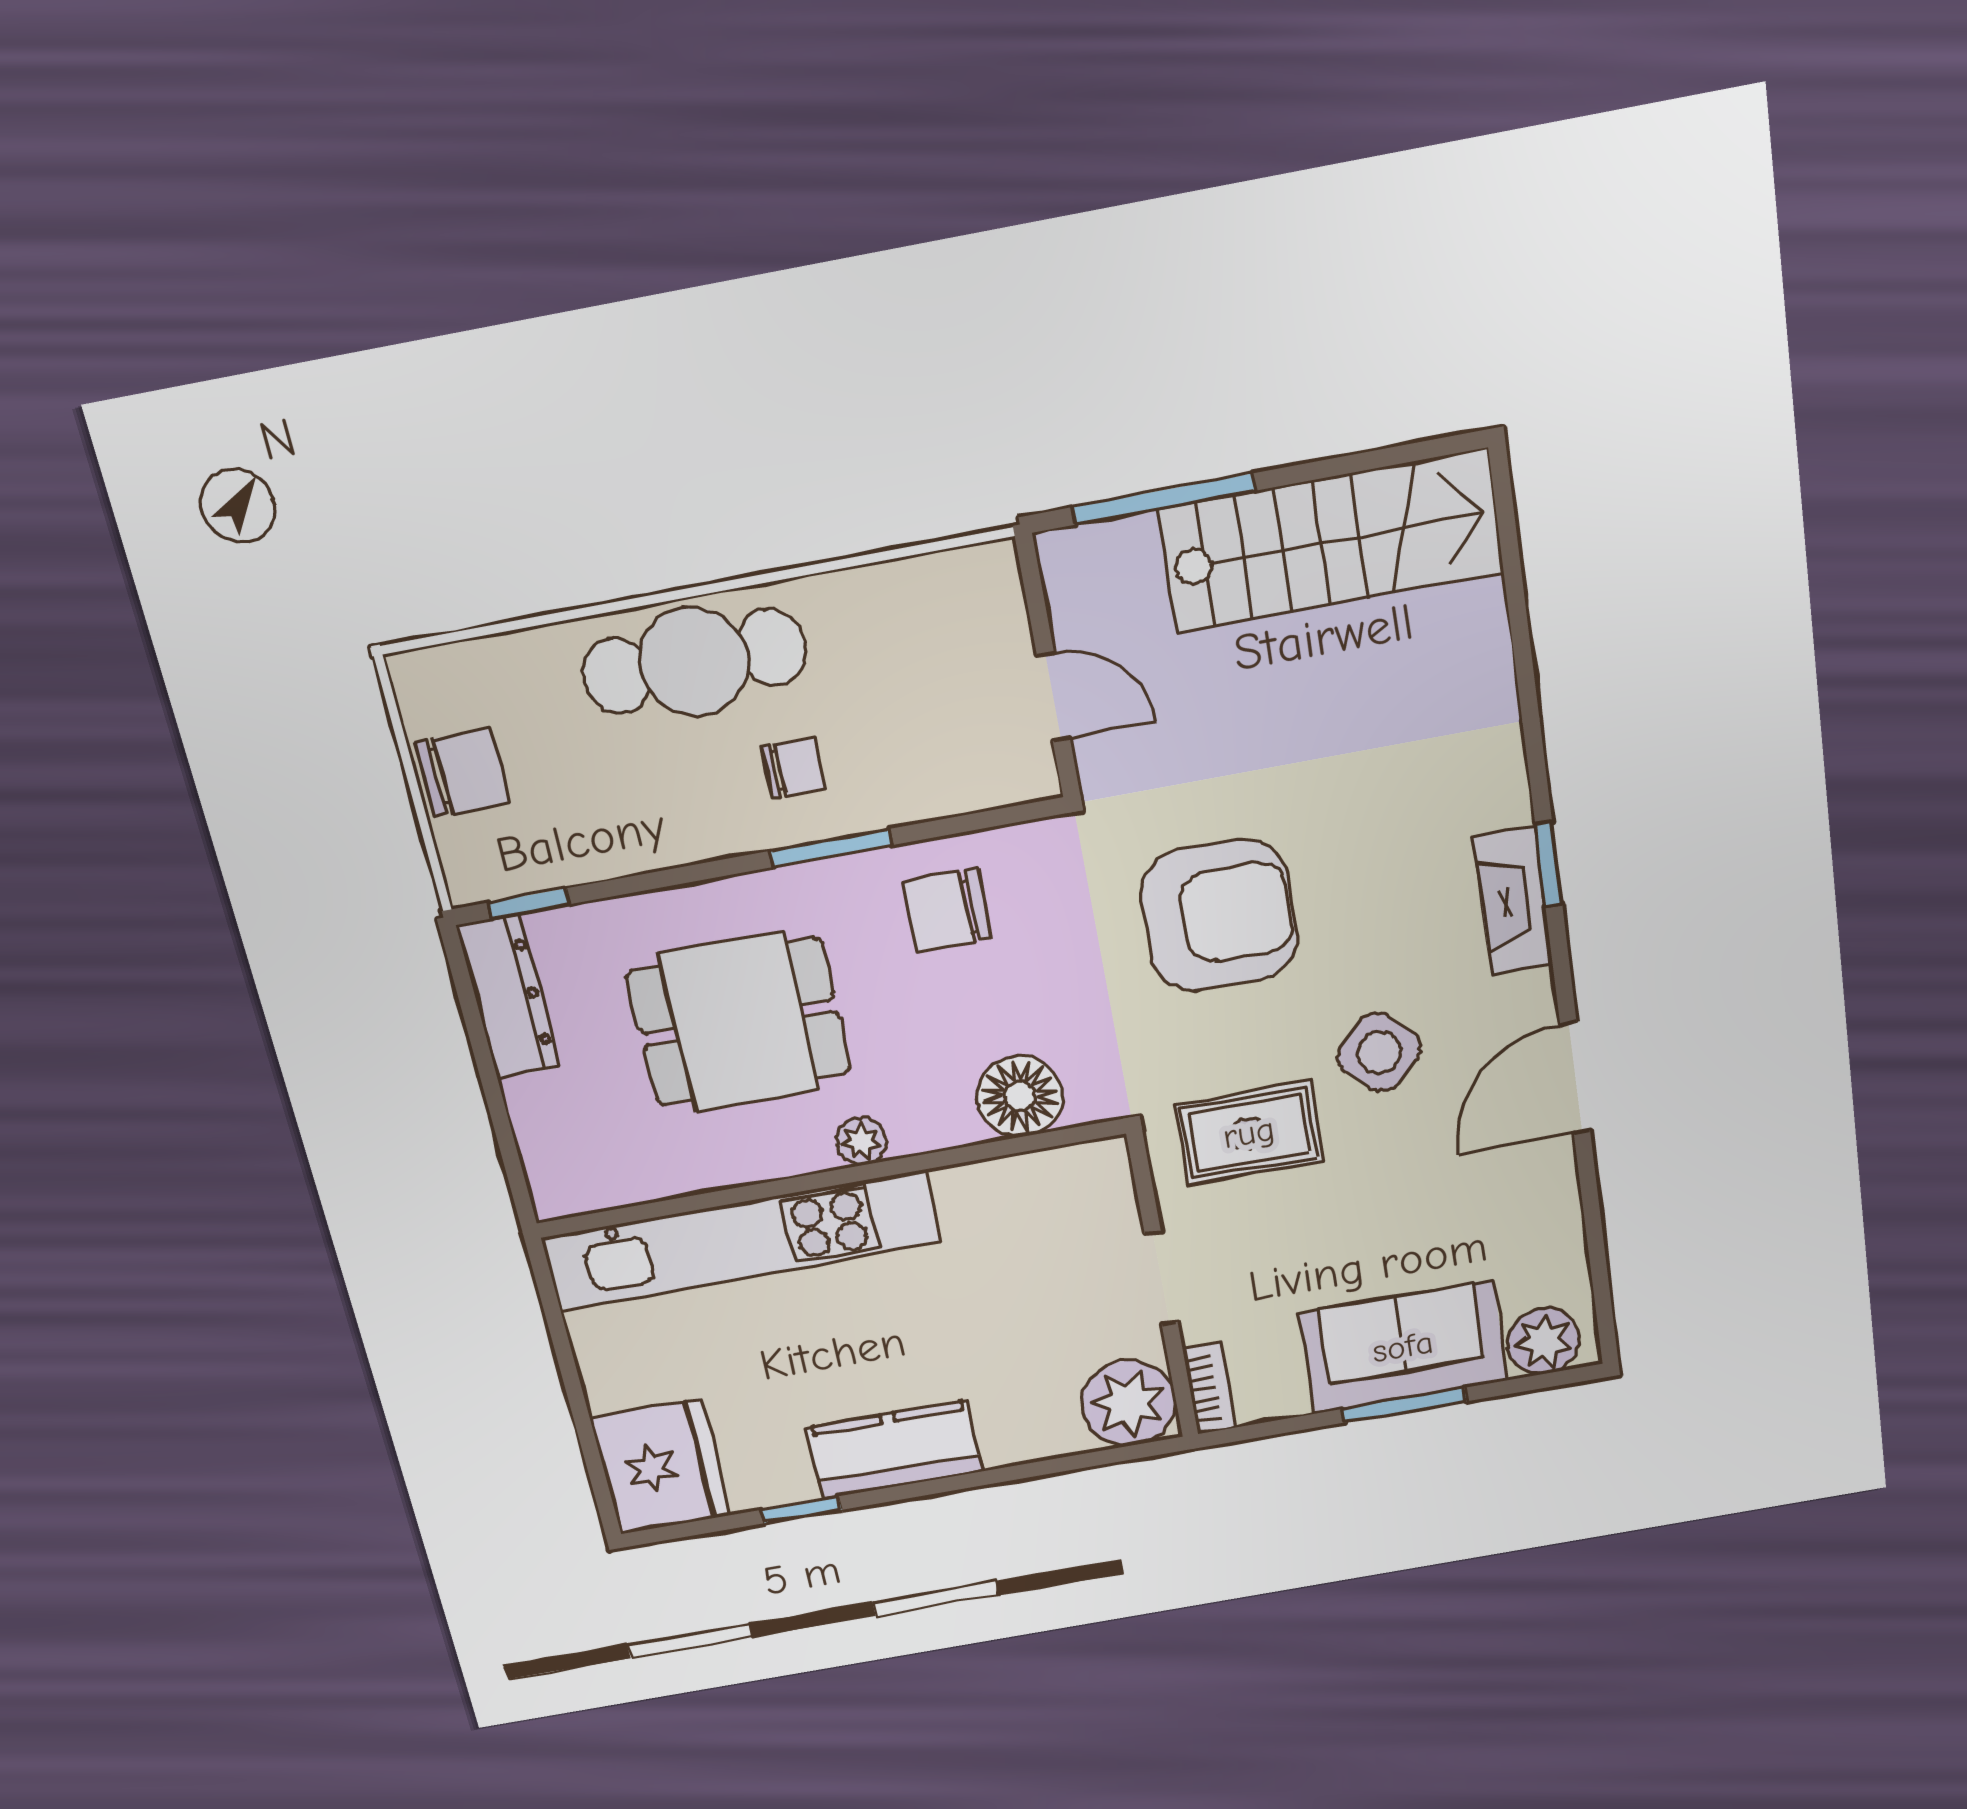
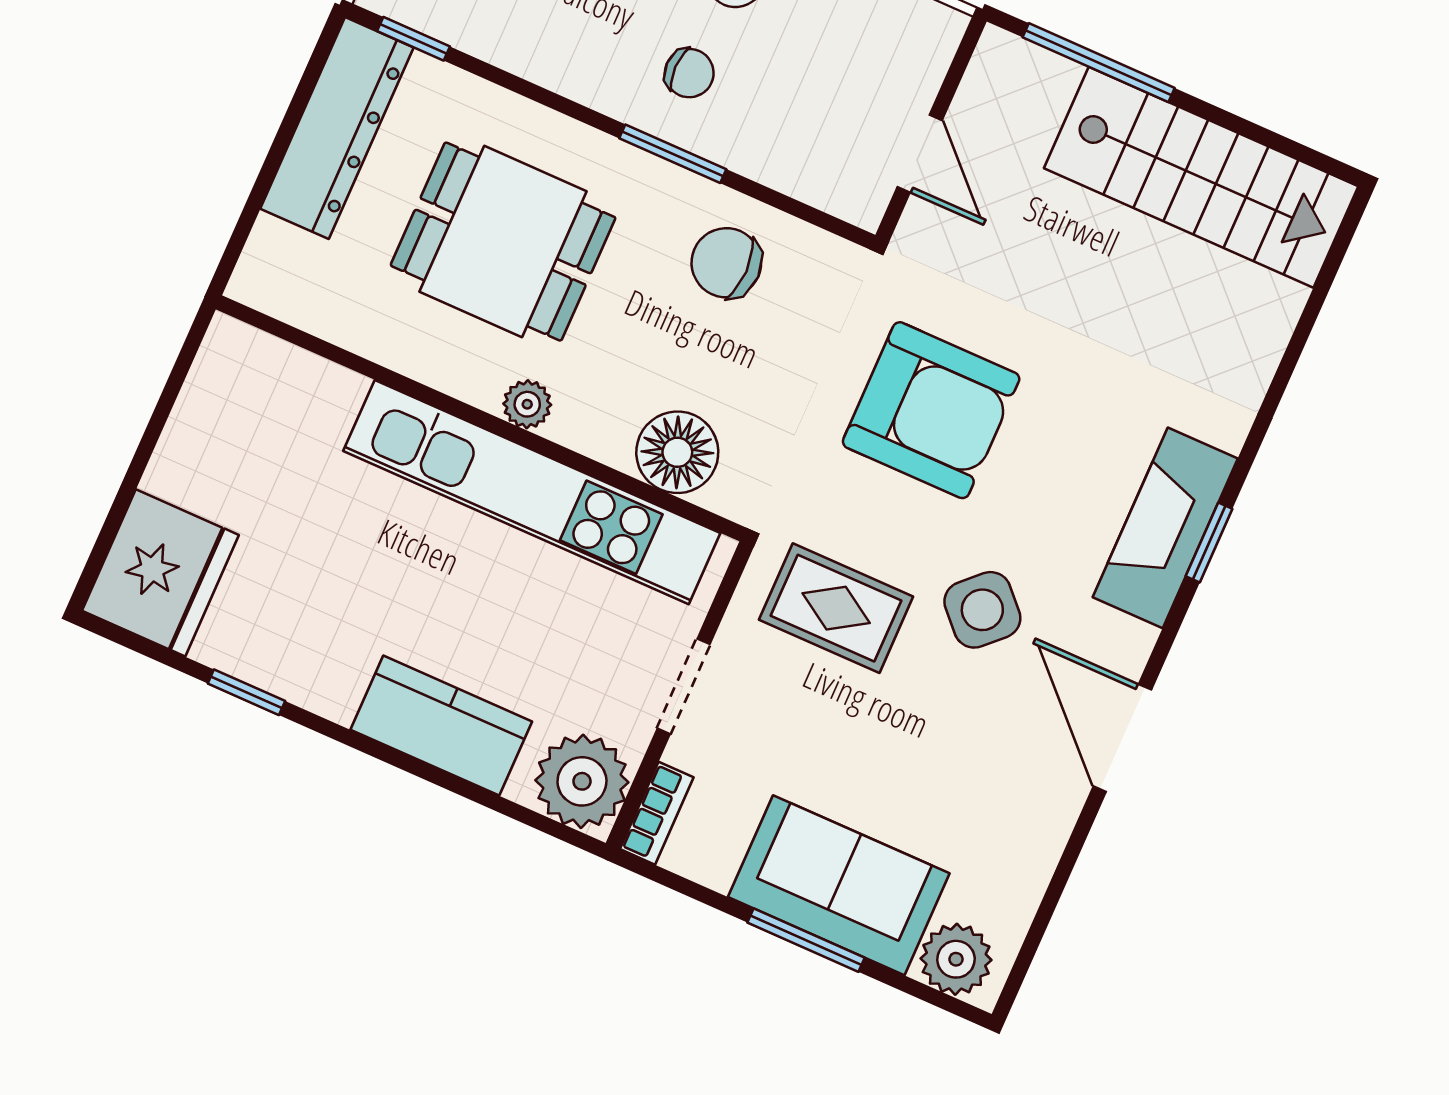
fireplace: (1513, 902) -> (1165, 528), width x1.37, depth x1.32
dresser: (508, 997) -> (337, 128), width x1.37, depth x1.24
door: (1575, 1078) -> (1122, 738), hinge flipped
kitchen unit: (742, 1240) -> (532, 492), moved
kitchen counter: (895, 1450) -> (441, 726), moved

